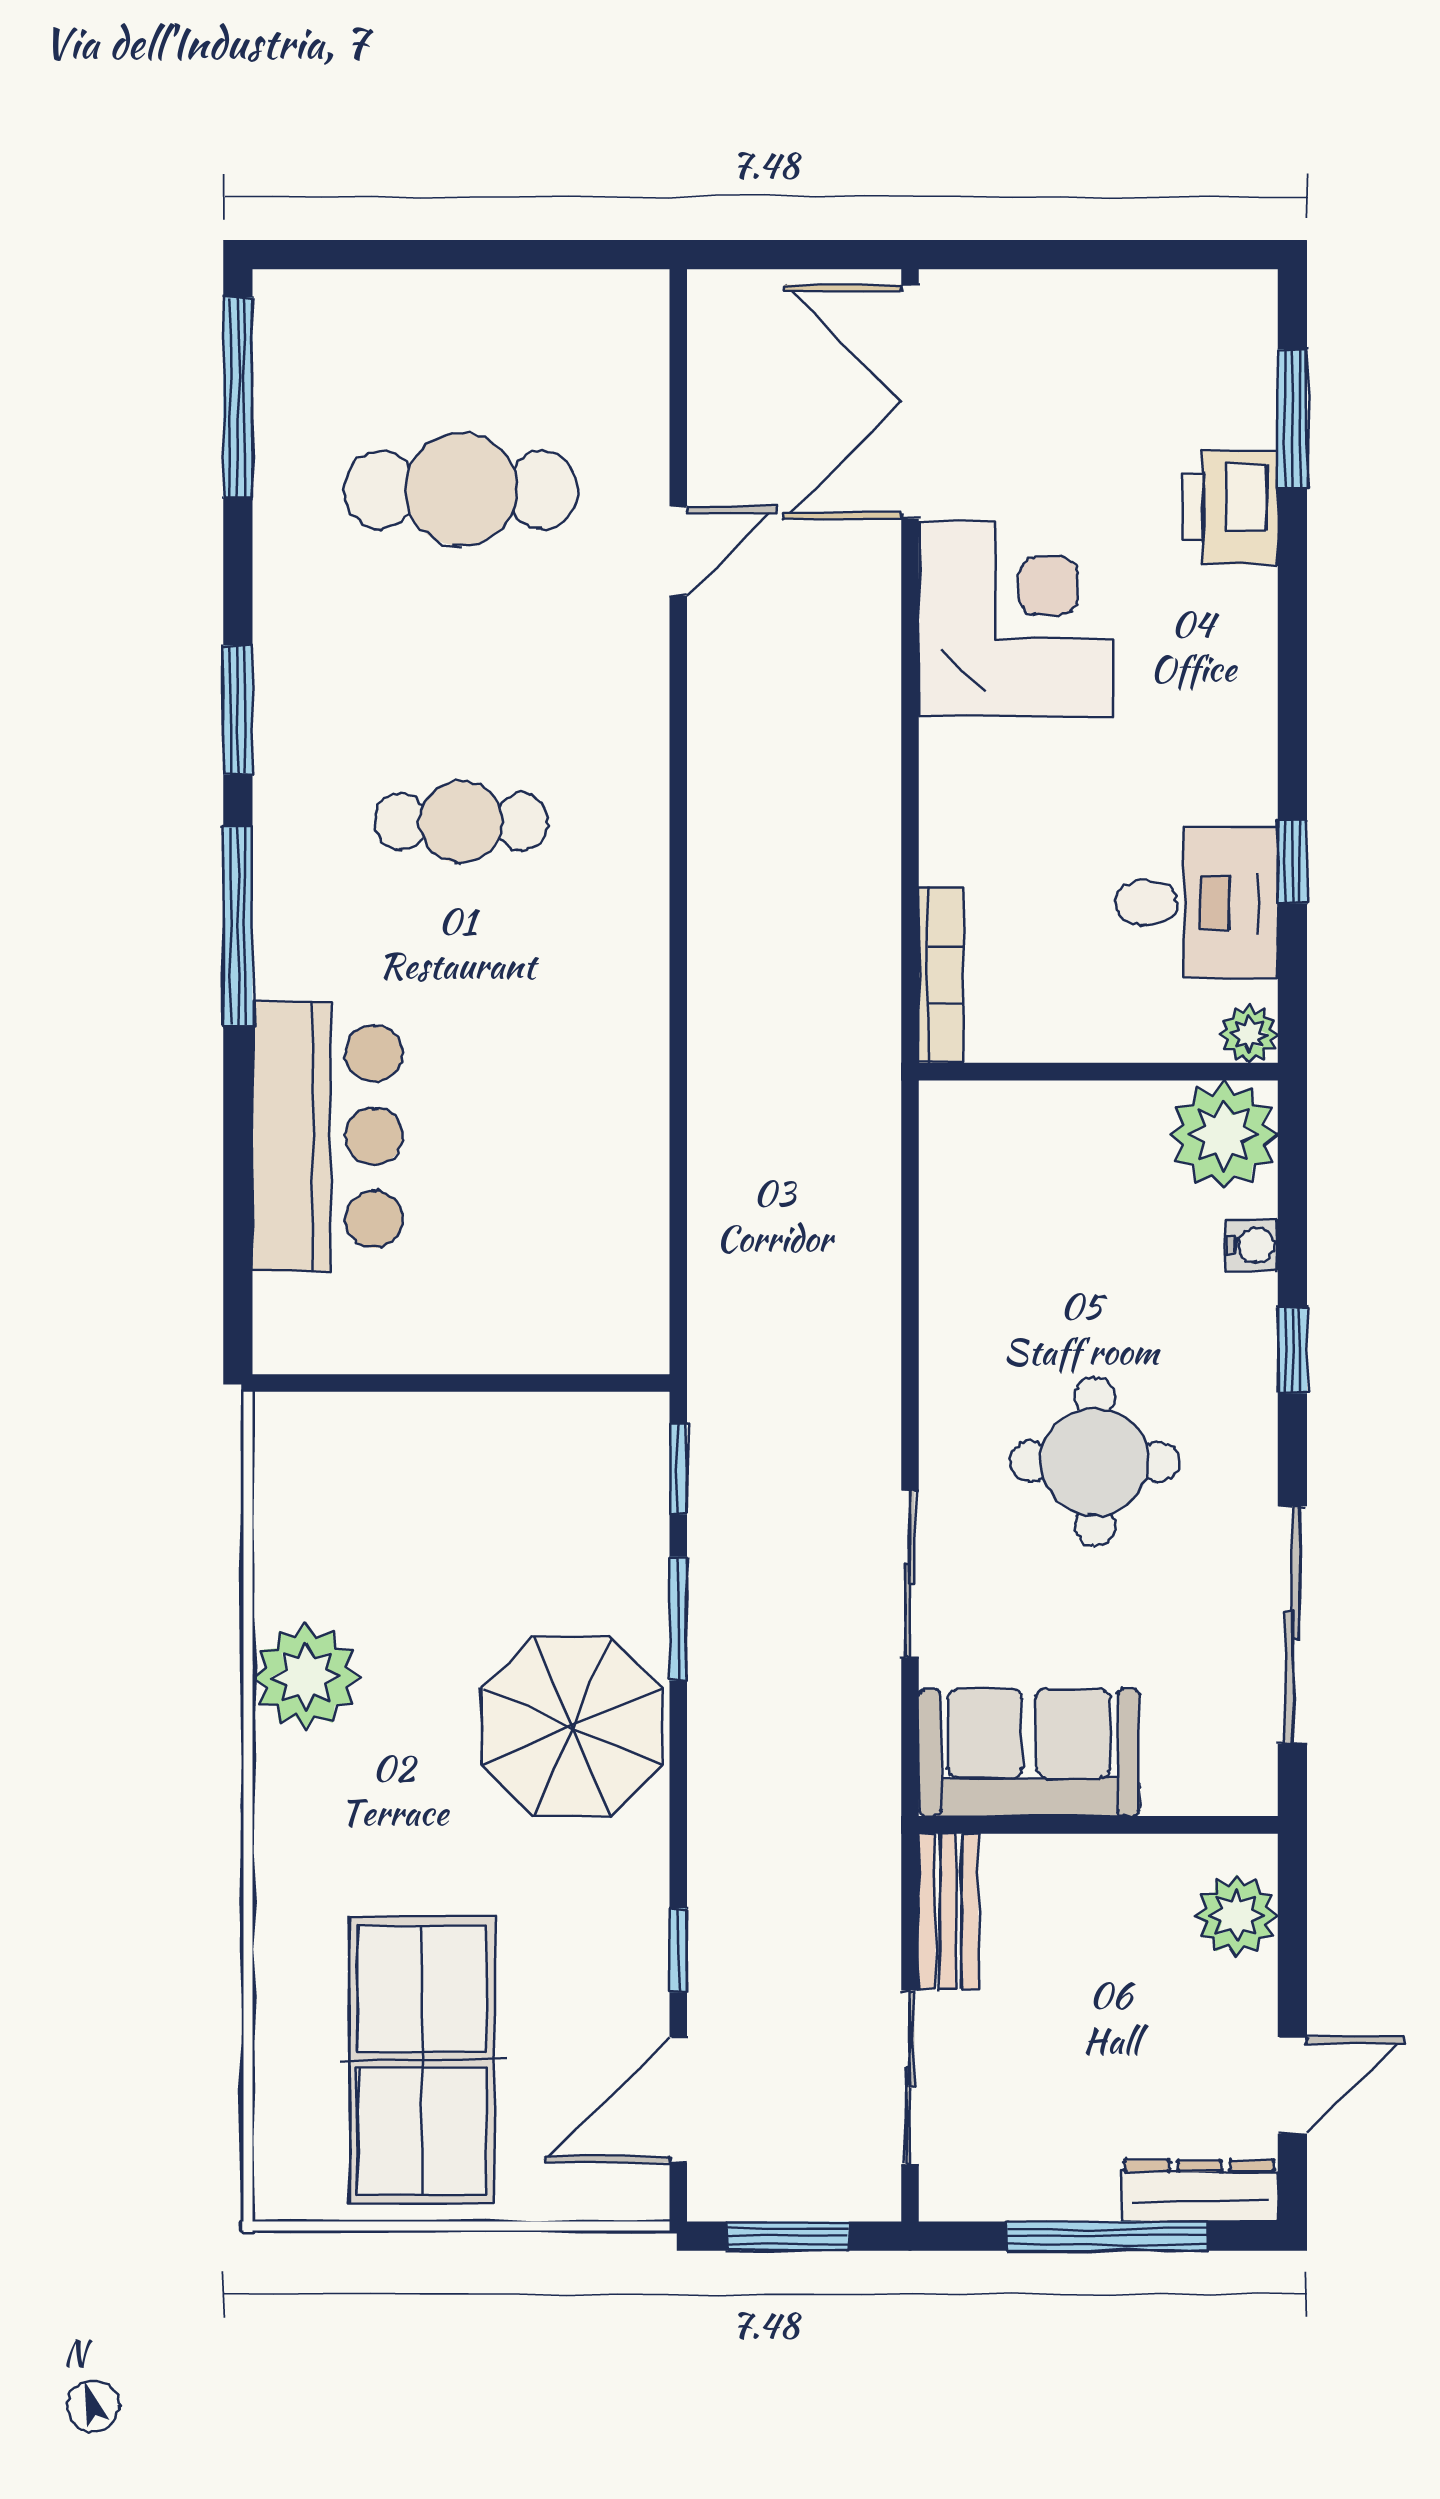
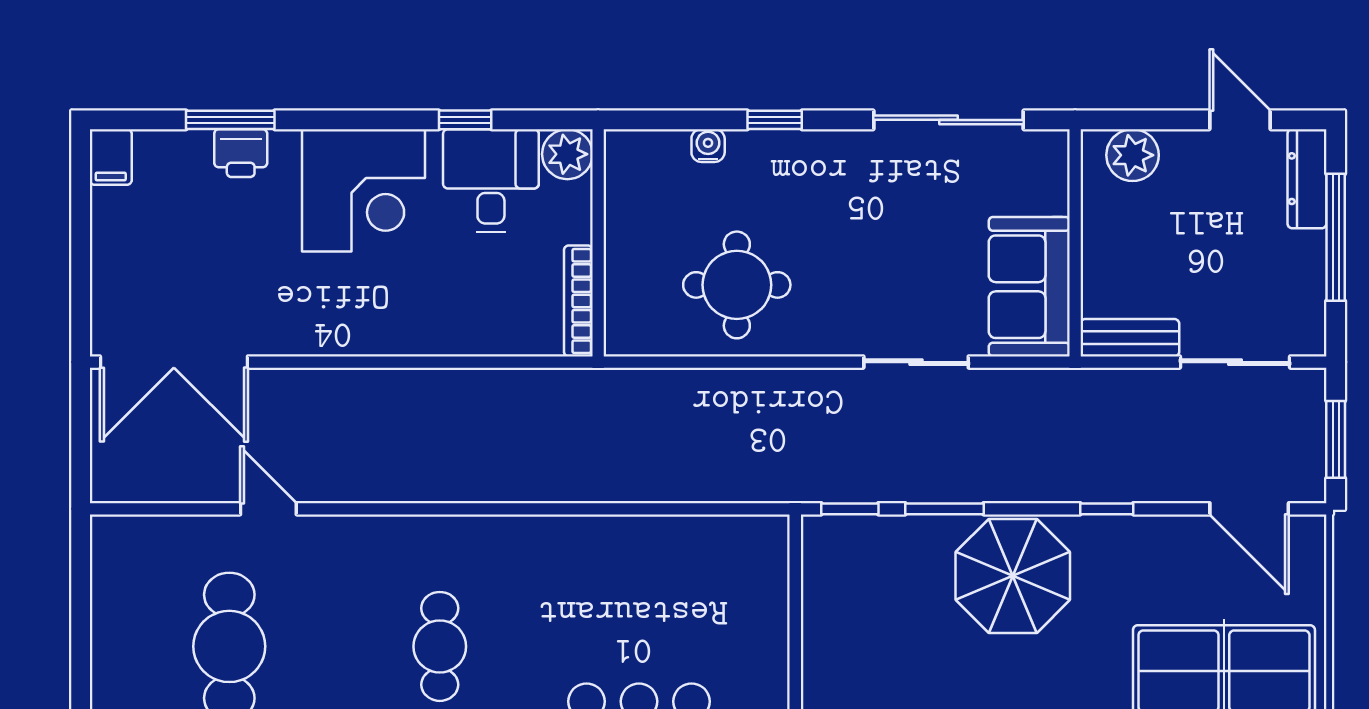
filing cabinet: (1234, 302) -> (111, 157), added
window: (1292, 419) -> (230, 120), moved
printer: (1231, 507) -> (241, 153), width x0.73, depth x0.81
corner desk: (1015, 619) -> (364, 190), moved, turned 180
bookcase: (941, 975) -> (578, 301), moved, turned -90
plant: (1249, 1034) -> (567, 154), width x1.38, depth x1.38
plant: (1224, 1135) -> (638, 163), removed
round table: (1095, 1462) -> (737, 285), moved
window: (678, 1950) -> (1107, 509), moved

